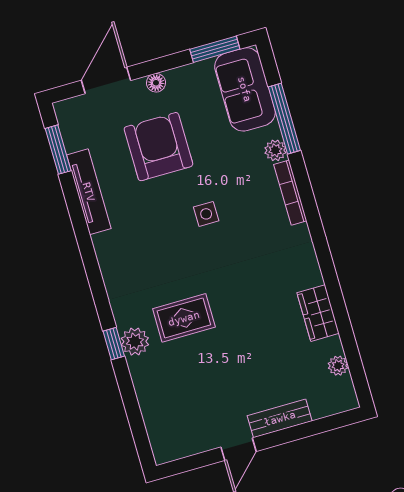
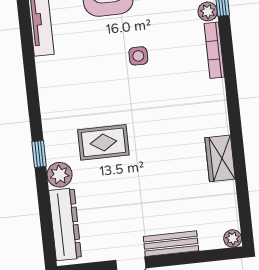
plant: (135, 342) -> (60, 175), moved
plant: (338, 366) -> (233, 238), moved
dresser: (157, 417) -> (65, 224), added

